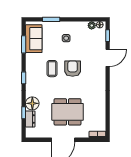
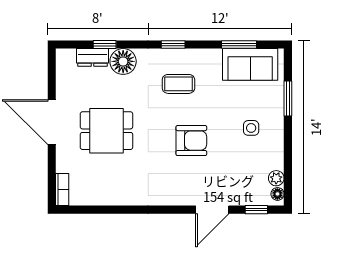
door: (108, 58) -> (212, 210), hinge flipped
coffee table: (52, 69) -> (178, 84), moved
dining table: (68, 112) -> (106, 131), width x0.73

